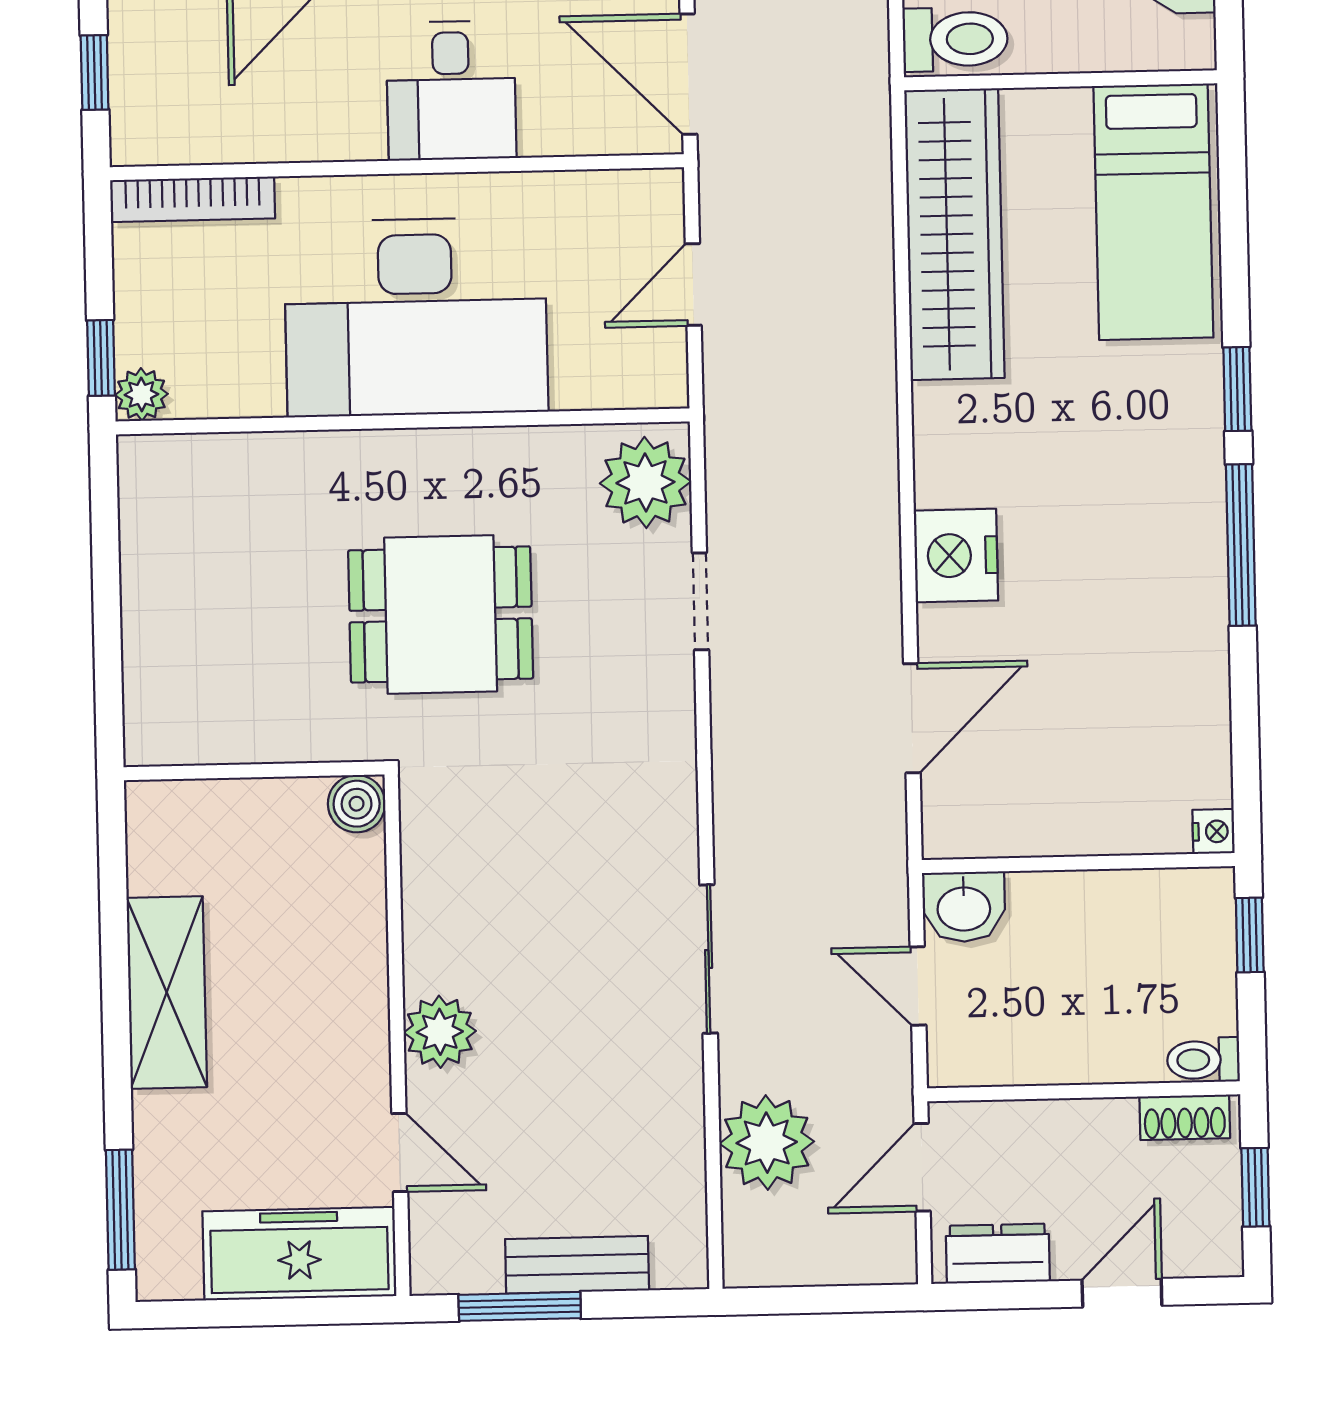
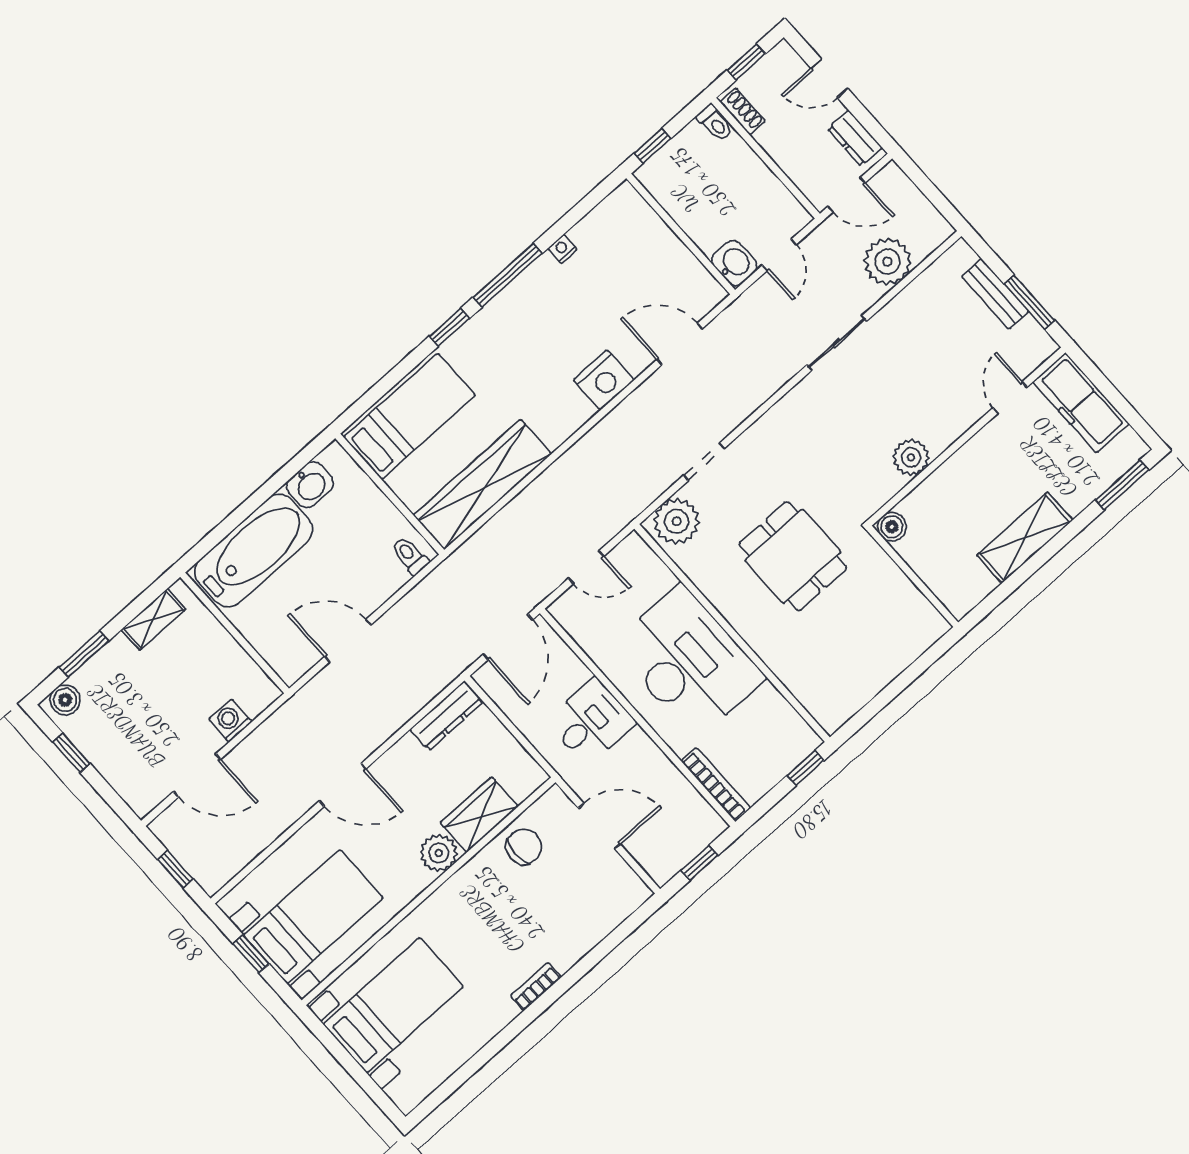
toilet: (955, 39) -> (410, 556), width x0.73, depth x0.72
plant: (141, 394) -> (806, 741), removed
nightstand: (1214, 831) -> (563, 249), moved
plant: (440, 1032) -> (911, 457), moved

